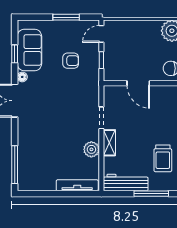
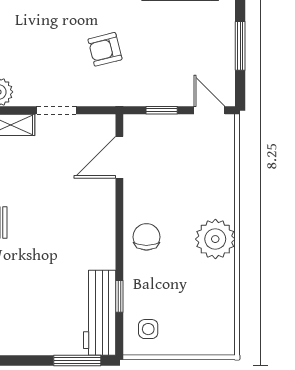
armchair: (71, 61) -> (105, 49), moved, turned 76
door: (138, 83) -> (119, 157), moved

